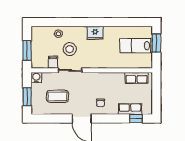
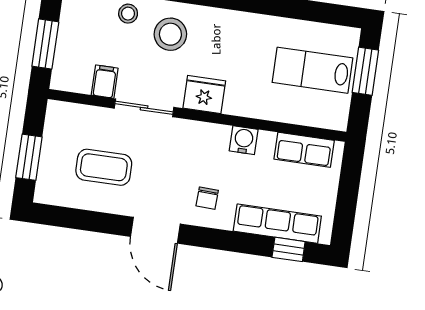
fridge: (95, 33) -> (204, 95), moved, turned 180
stool: (70, 49) -> (170, 34), moved
water cooler: (36, 78) -> (244, 140), moved
row of seats: (130, 109) -> (277, 224), width x1.48

